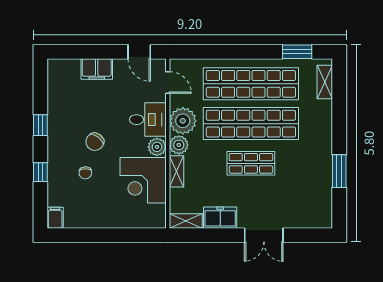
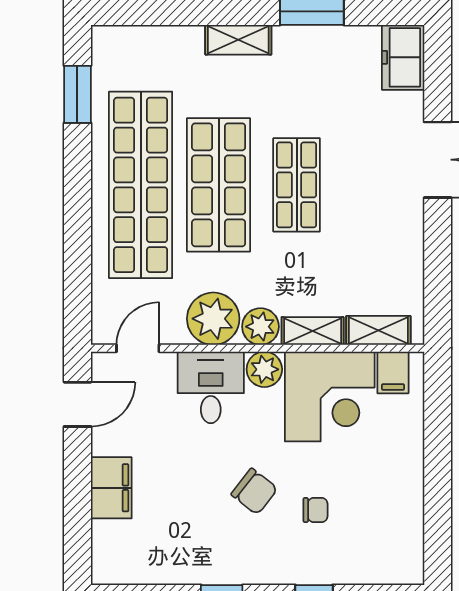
shelving: (325, 82) -> (238, 40), moved
shop shelf: (251, 124) -> (219, 185), width x0.71
filing cabinet: (55, 218) -> (393, 372), moved, turned -90
freezer: (220, 218) -> (403, 57), moved
shelving: (186, 221) -> (378, 330), moved, turned 90

